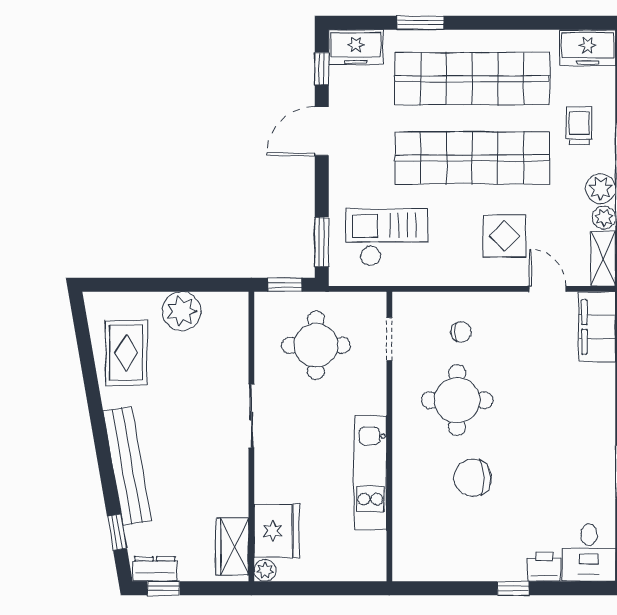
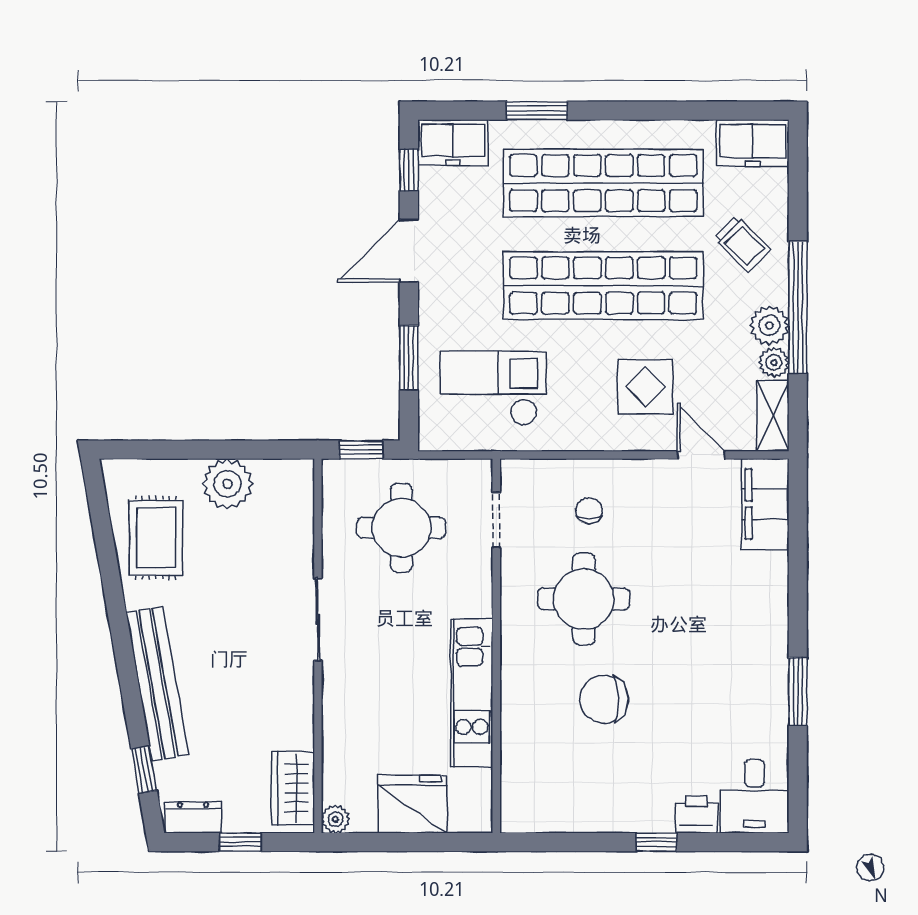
trolley: (579, 126) -> (742, 244), turned 135
window: (322, 242) -> (409, 358), moved
chair: (461, 332) -> (589, 511), turned -90
fridge: (277, 531) -> (412, 804), moved, turned -90
window: (163, 588) -> (240, 842), moved

